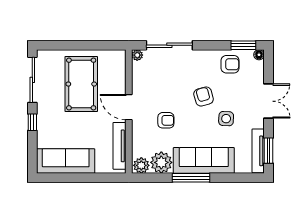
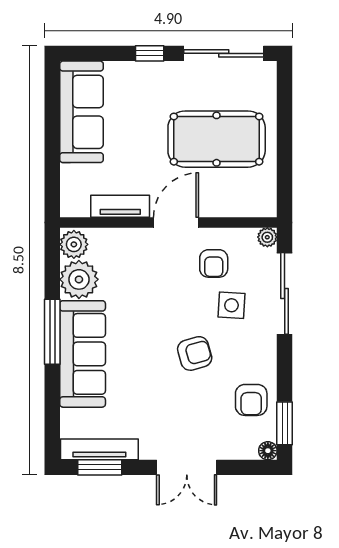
side table: (226, 119) -> (231, 305), moved
armchair: (166, 120) -> (214, 263), moved
tv unit: (120, 146) -> (120, 206), width x0.71

